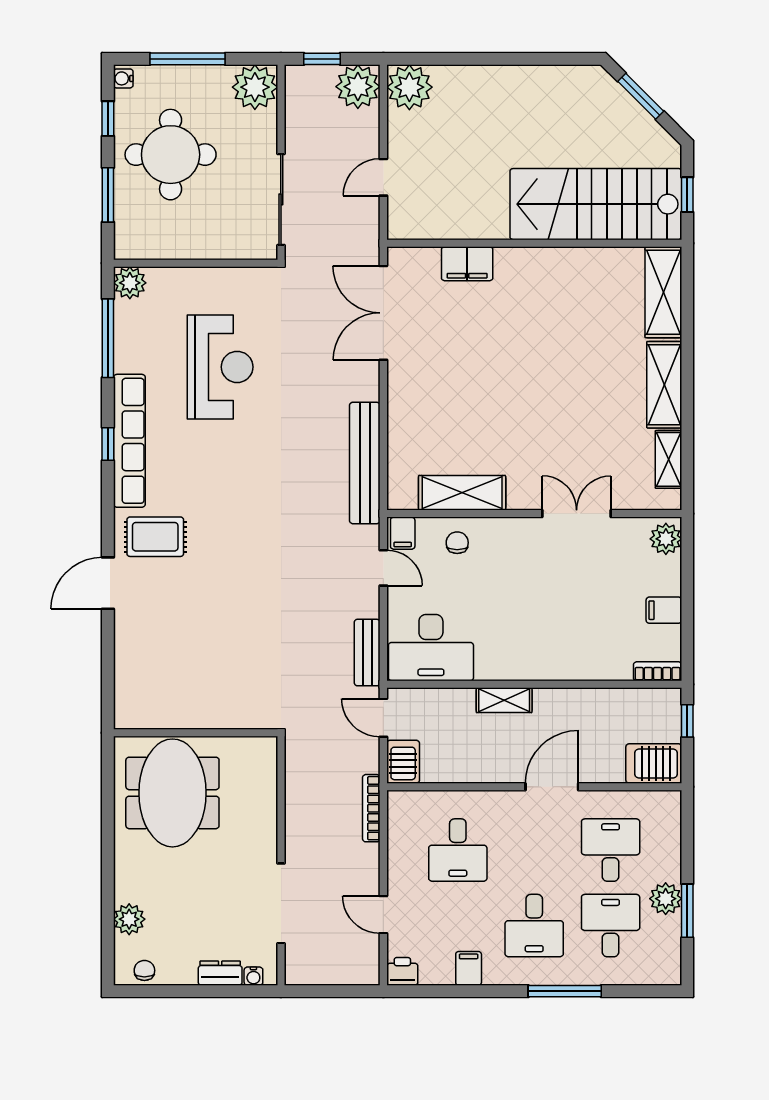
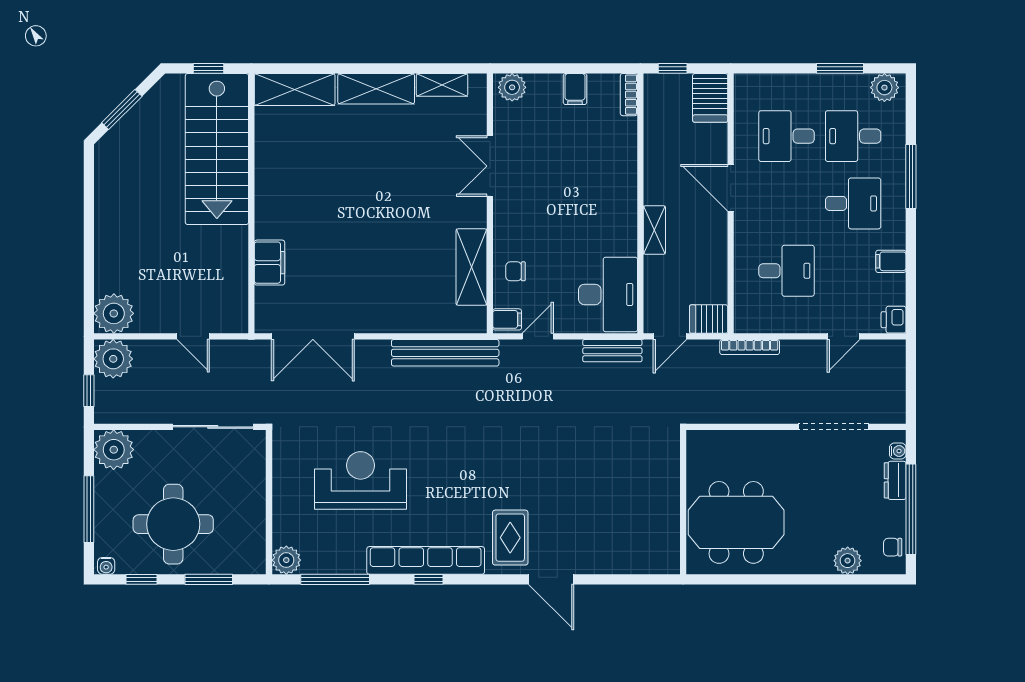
plant: (666, 899) -> (884, 88), moved
window: (187, 991) -> (911, 509), added

